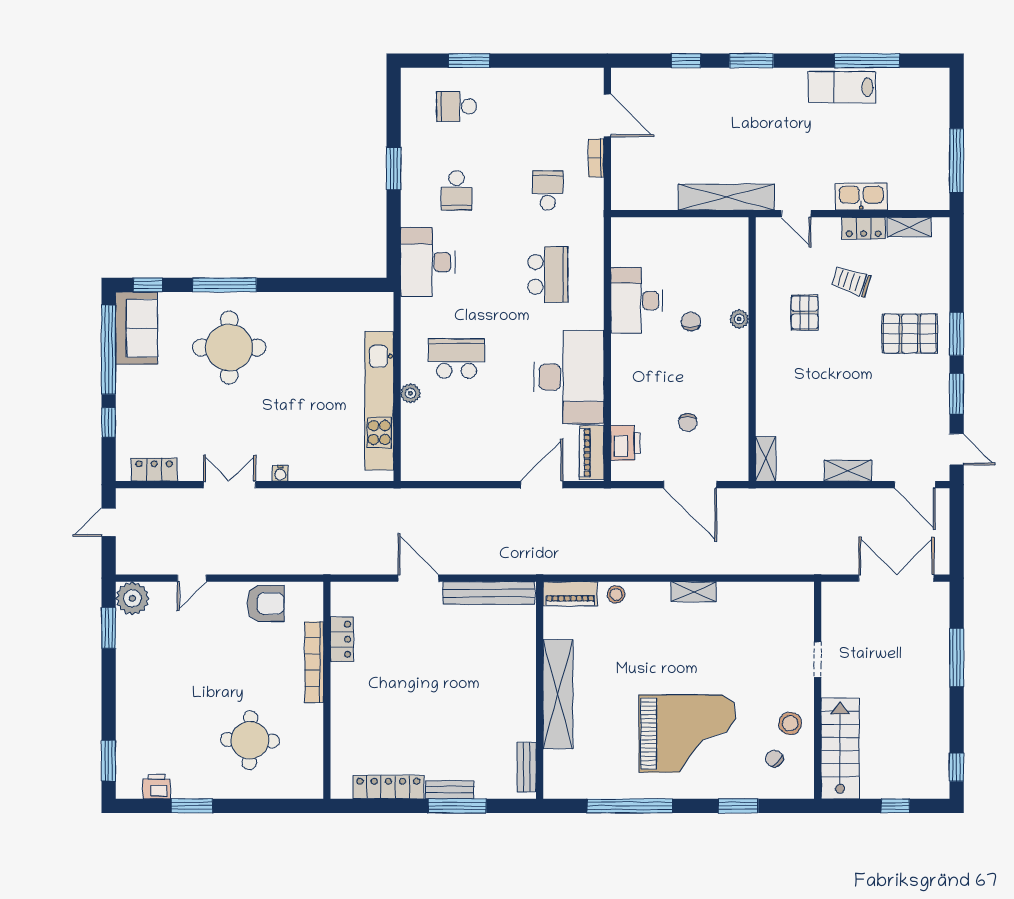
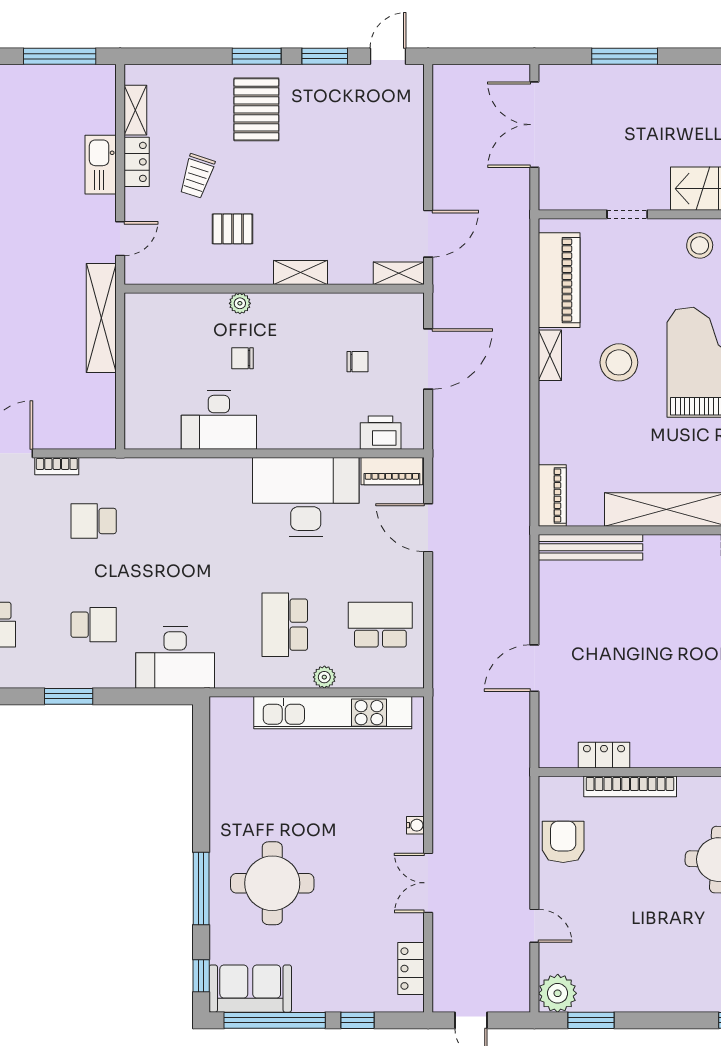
school desk: (548, 274) -> (380, 625), moved
shelving: (848, 471) -> (300, 273), moved, turned 90
door: (915, 485) -> (428, 234), moved
bench: (489, 593) -> (591, 547), moved, turned 90
stool: (616, 594) -> (619, 362), moved, width x1.89, depth x1.89
piano: (760, 600) -> (559, 280), added

